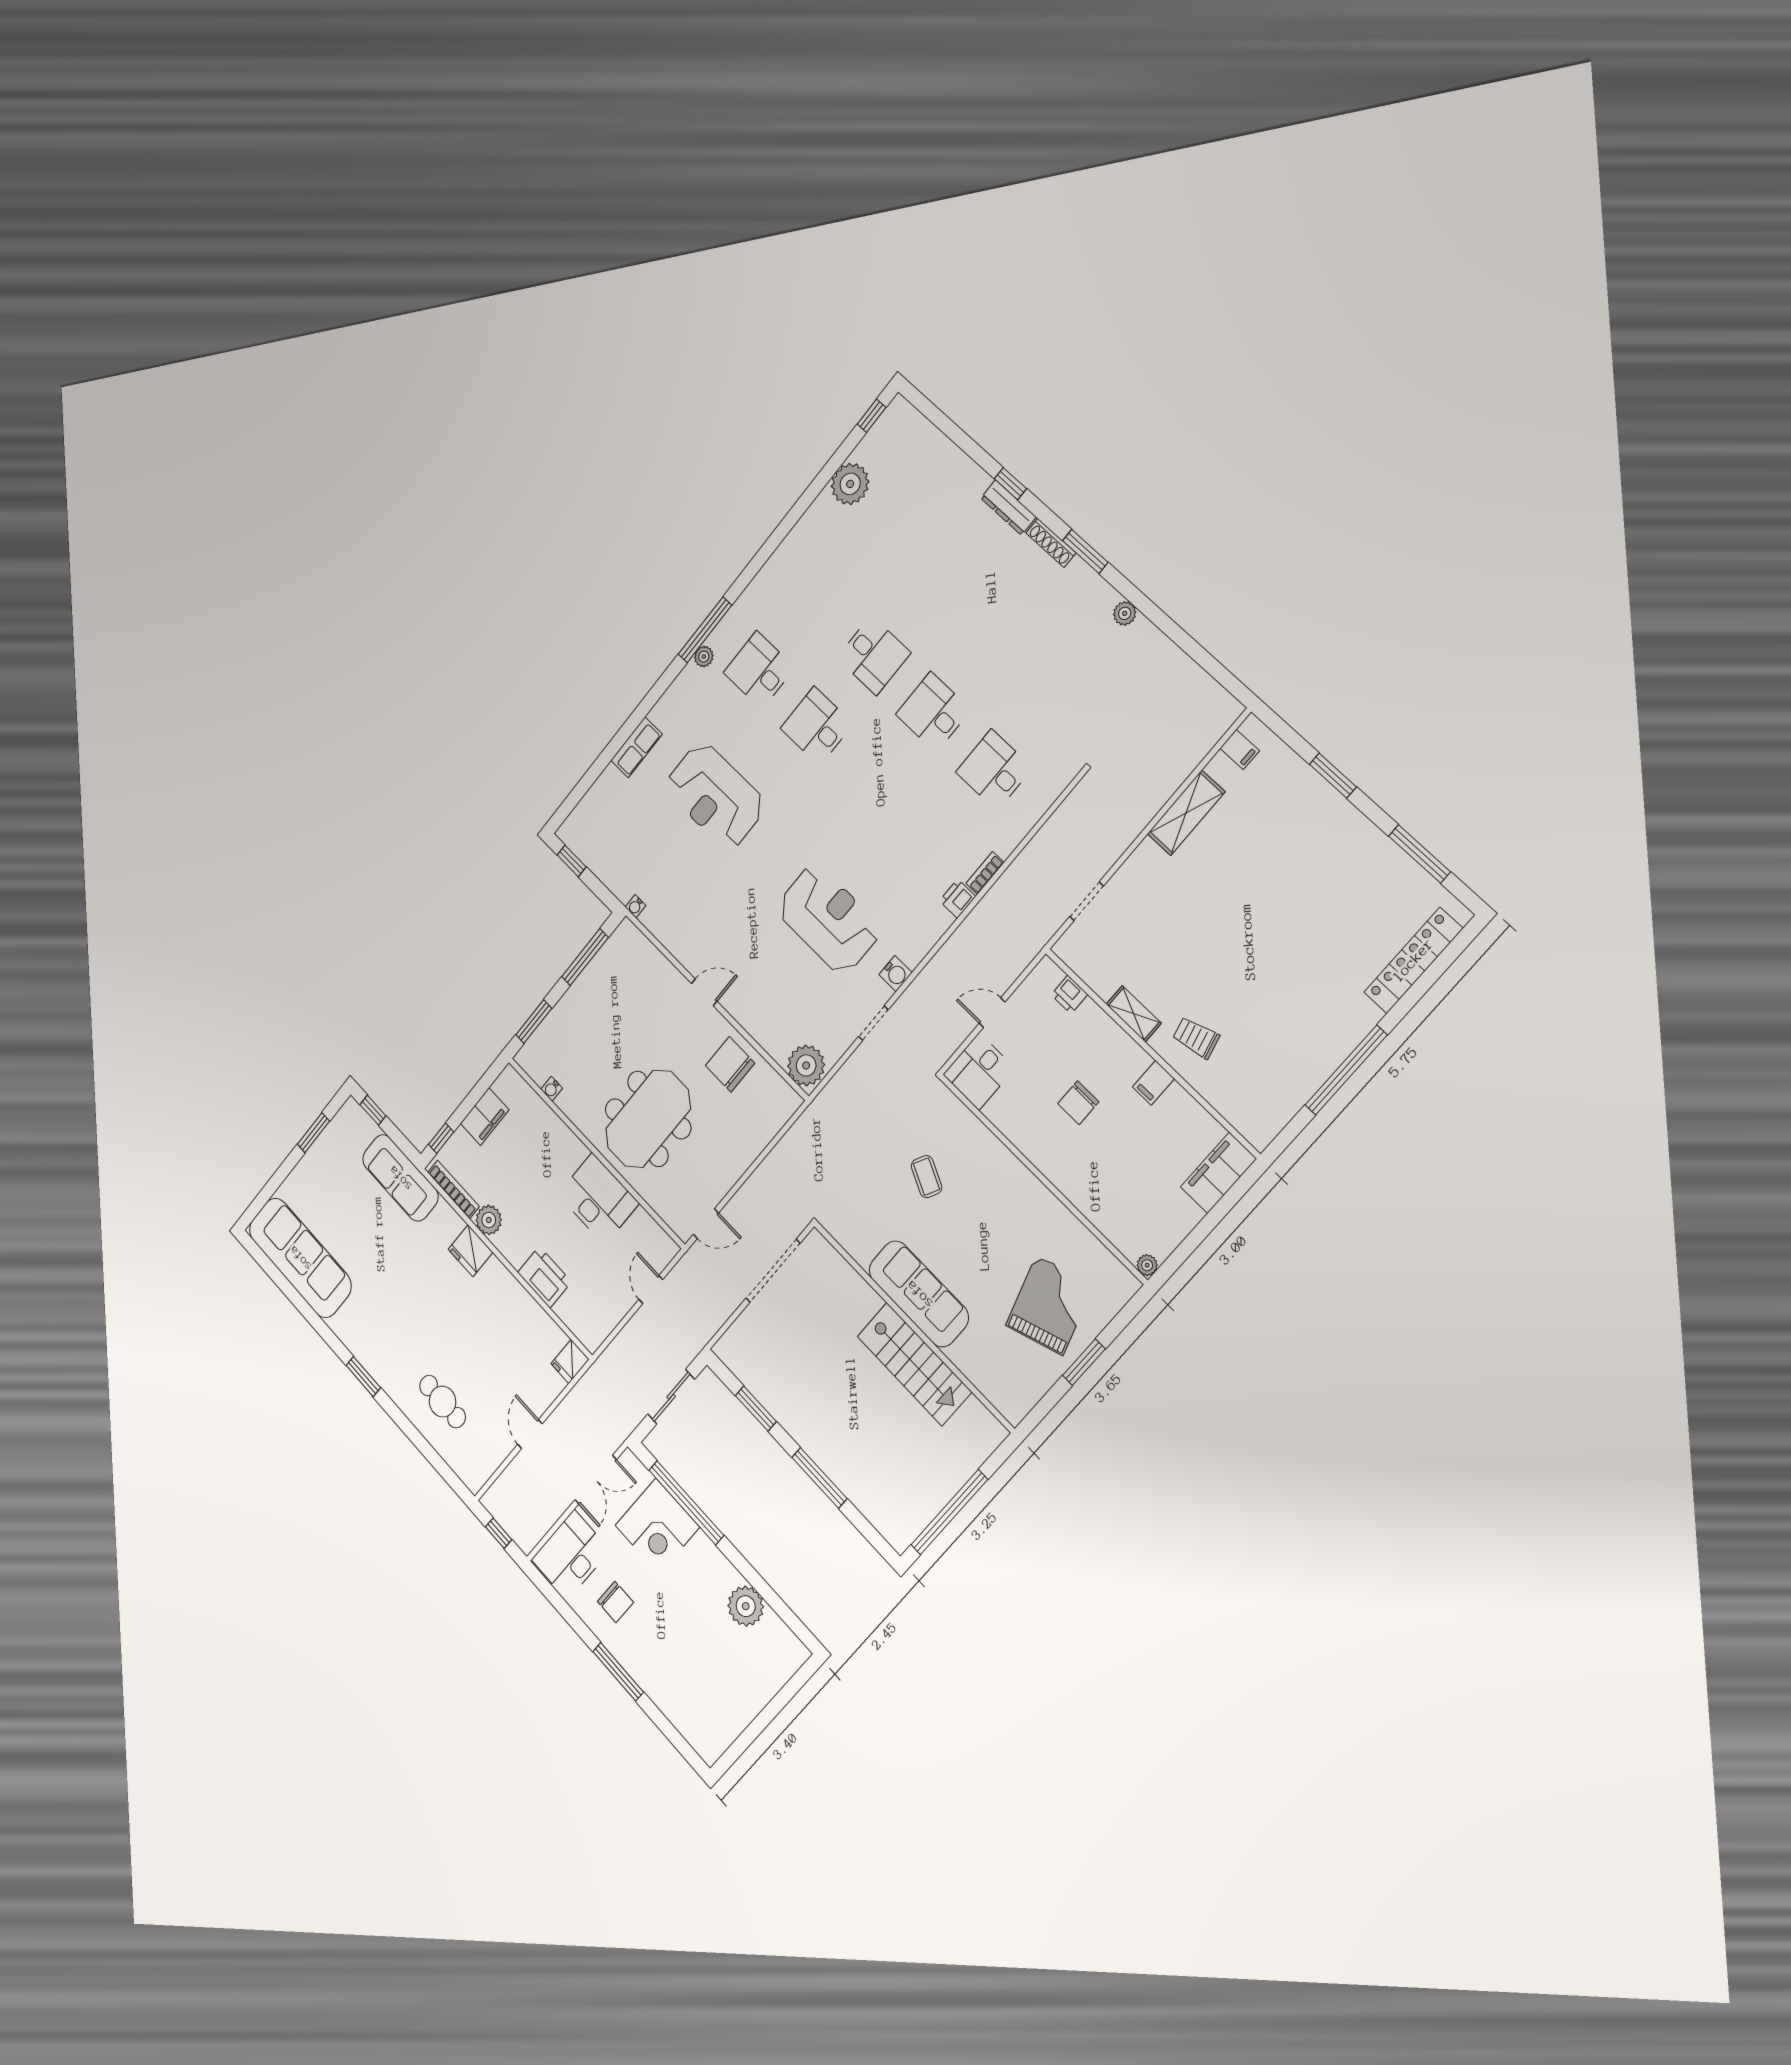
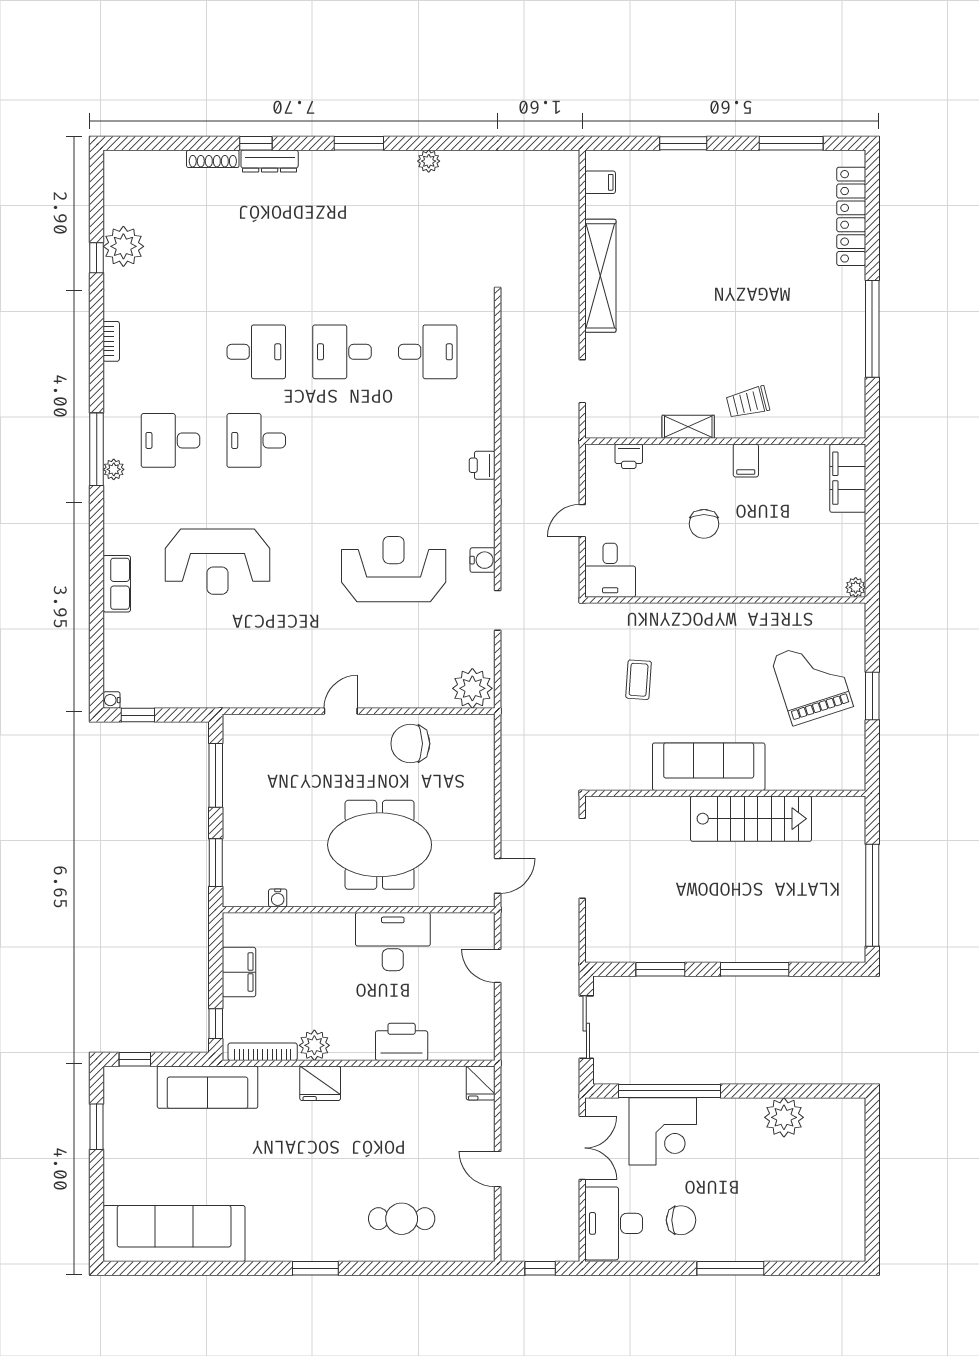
window: (872, 416) -> (97, 258), moved
shoe rack: (1051, 543) -> (213, 159), moved
desk: (994, 770) -> (428, 352), turned 180
shelving: (1186, 813) -> (600, 276), width x1.47
bookcase: (985, 873) -> (111, 341), moved, turned 180
water cooler: (635, 906) -> (112, 700), moved, turned 90
meeting table: (648, 1119) -> (380, 845), turned 90
coffee table: (927, 1177) -> (639, 680), turned 68

